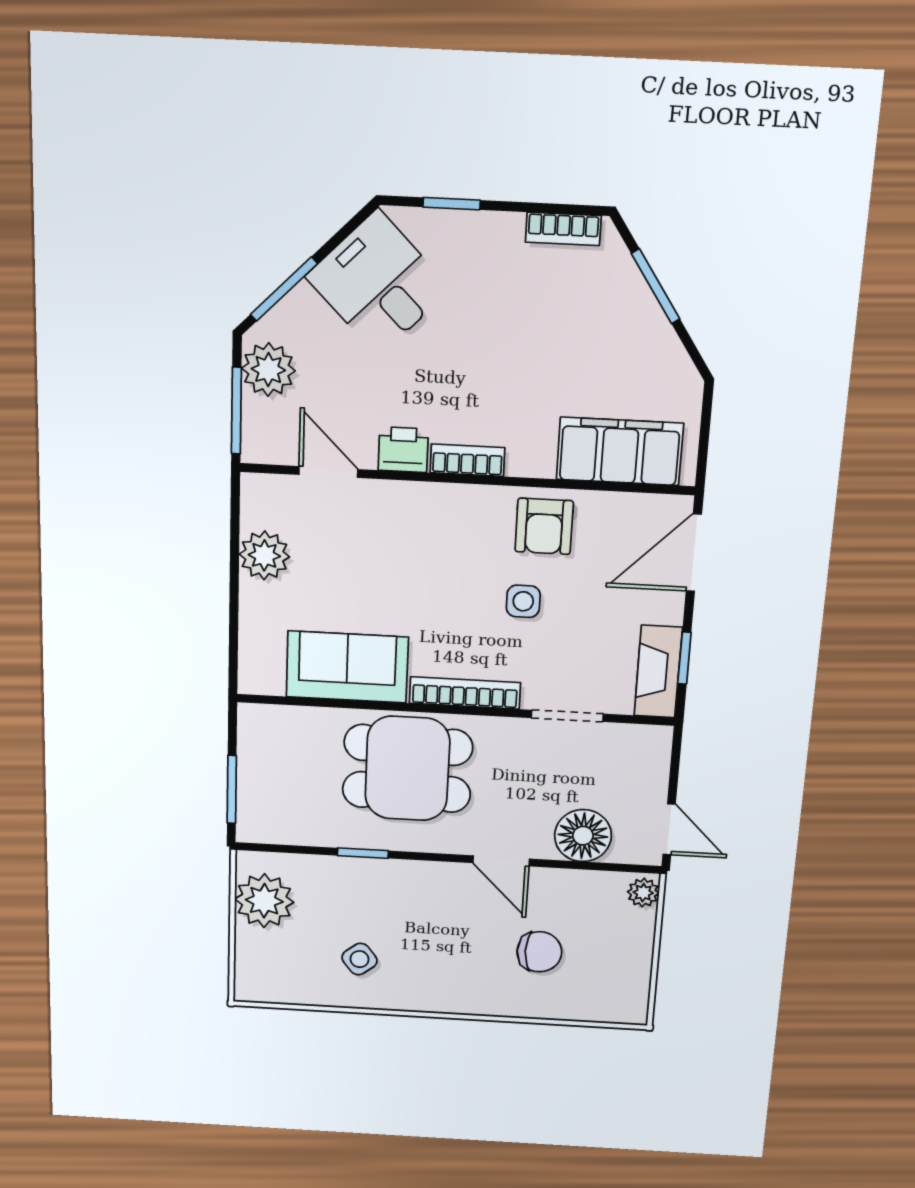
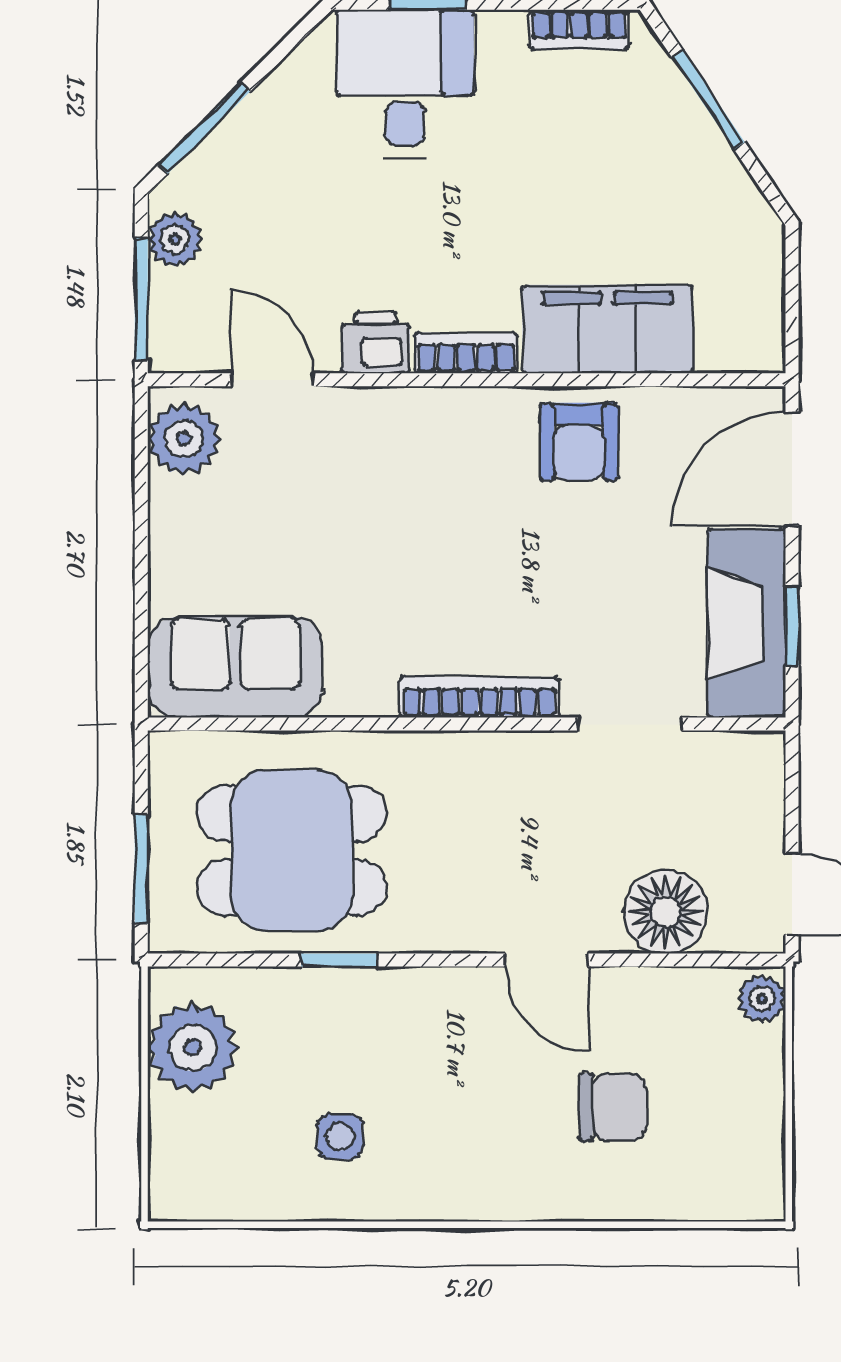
desk: (378, 283) -> (405, 84), moved, turned 45
plant: (268, 370) -> (175, 239), width x0.73, depth x0.73
filing cabinet: (620, 451) -> (608, 329), moved
plant: (264, 555) -> (184, 439), moved
side table: (523, 601) -> (556, 554), removed
sofa: (347, 667) -> (235, 667), moved
fireplace: (658, 672) -> (747, 623), width x1.37, depth x1.32
dining table: (407, 769) -> (292, 851), moved
side table: (359, 959) -> (340, 1137), turned 38

